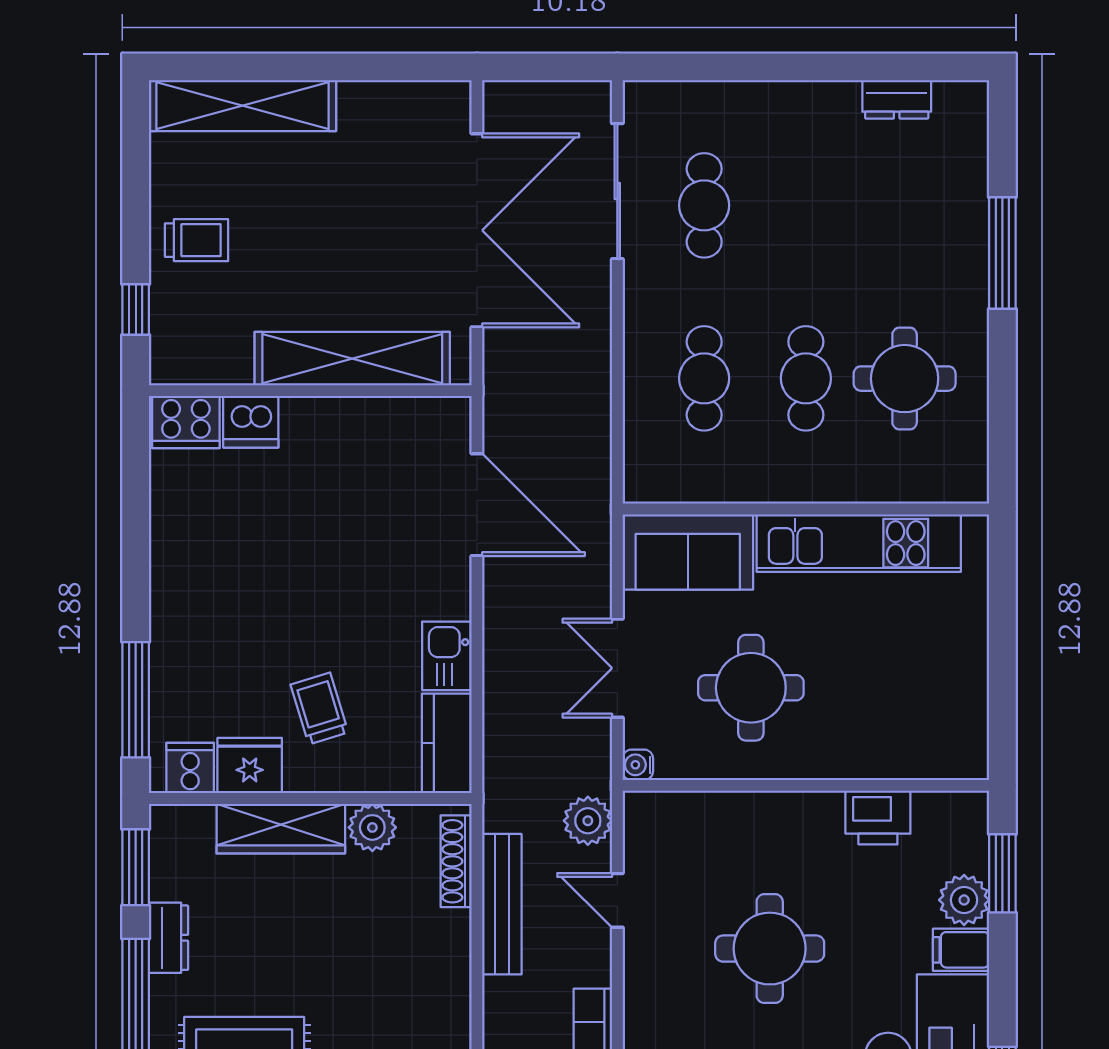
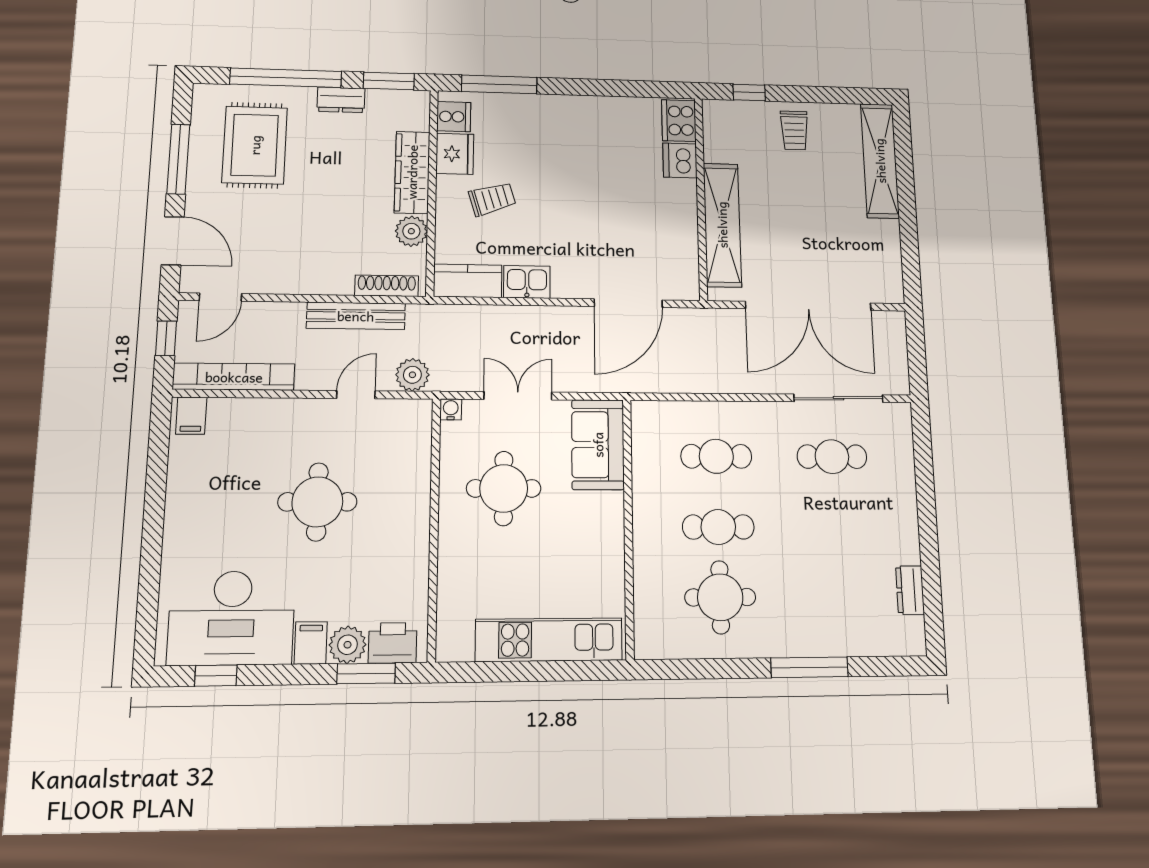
kitchen unit: (859, 543) -> (549, 640), moved, turned 90
printer: (878, 817) -> (393, 643), moved, turned 90

